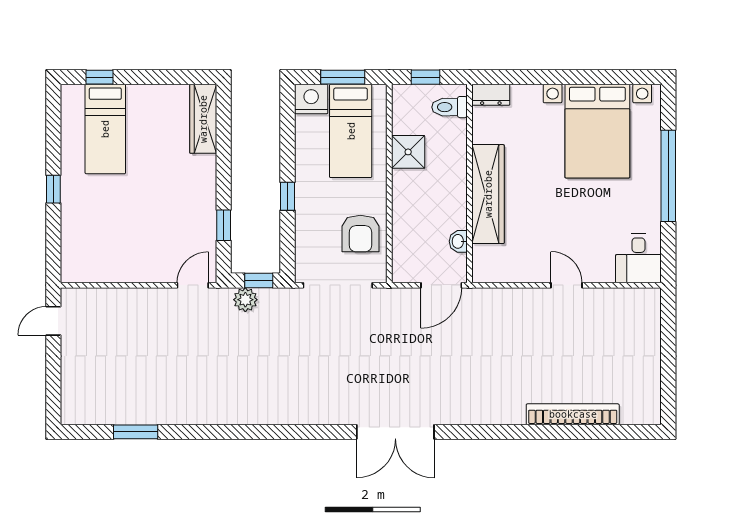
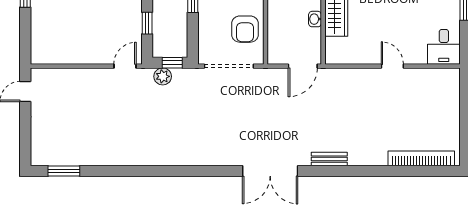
washbasin: (458, 241) -> (315, 19), moved
bookcase: (573, 414) -> (421, 158), moved
bench: (478, 415) -> (329, 159), added
window: (136, 432) -> (64, 171), moved

